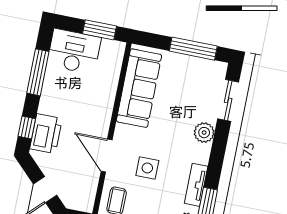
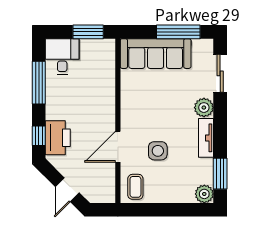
desk: (74, 51) -> (62, 57), width x0.73
sofa: (139, 88) -> (156, 54), moved, turned 90
door: (107, 156) -> (118, 147), hinge flipped
tv unit: (196, 185) -> (206, 138), moved

